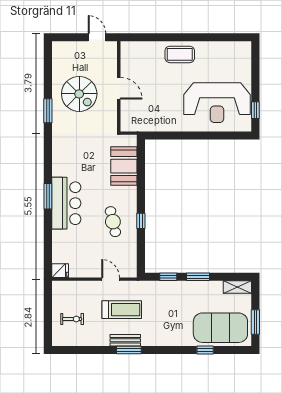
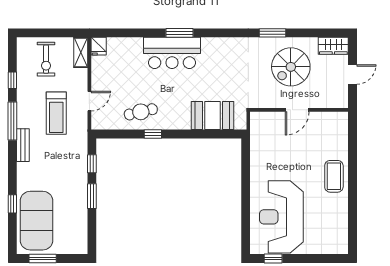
door: (97, 37) -> (353, 75), moved
wardrobe: (60, 55) -> (333, 46), added
cafe table: (113, 222) -> (141, 112), moved
shelving: (237, 287) -> (81, 52), moved
exercise bike: (72, 319) -> (46, 59), width x1.38, depth x1.39
bench: (125, 340) -> (23, 145), moved
window: (91, 350) -> (12, 80), added
window: (129, 350) -> (12, 121), width x1.44

